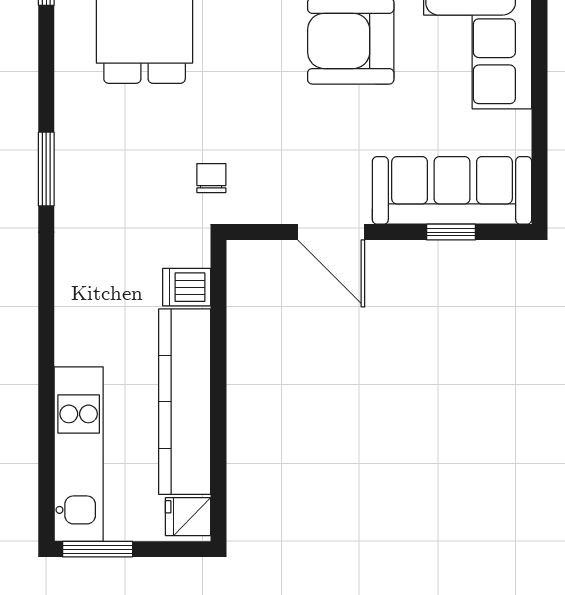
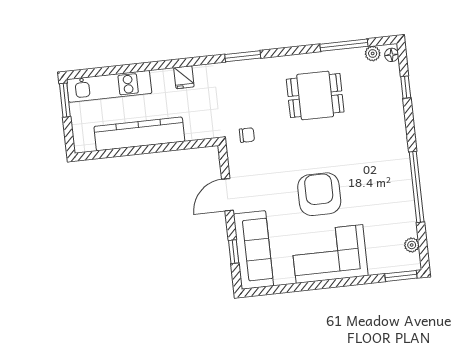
dishwasher: (187, 287) -> (194, 129), removed
fridge: (188, 517) -> (184, 77), moved, turned 180

